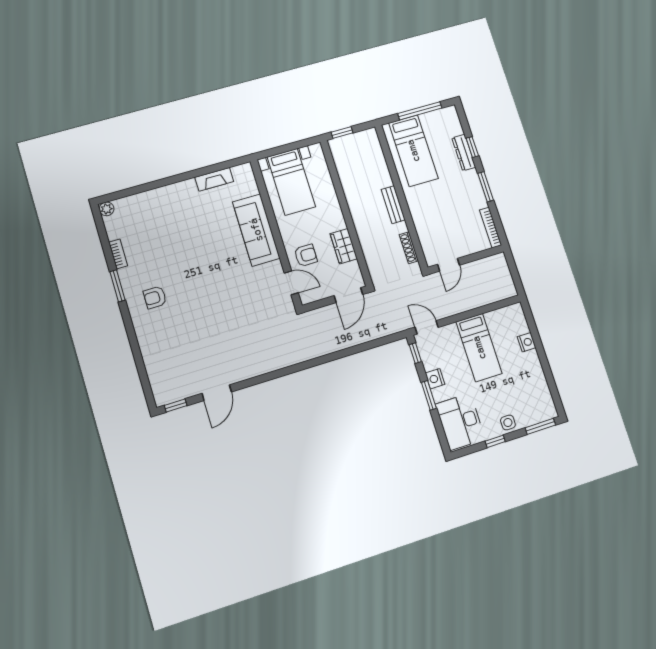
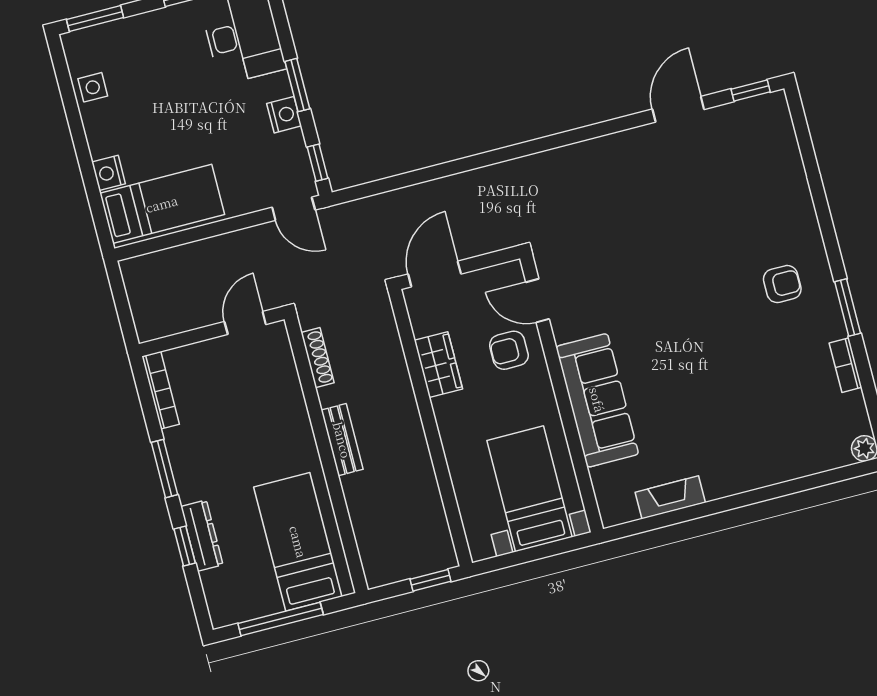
bed: (479, 348) -> (162, 204), moved, turned 90
side table: (508, 422) -> (93, 87), moved

